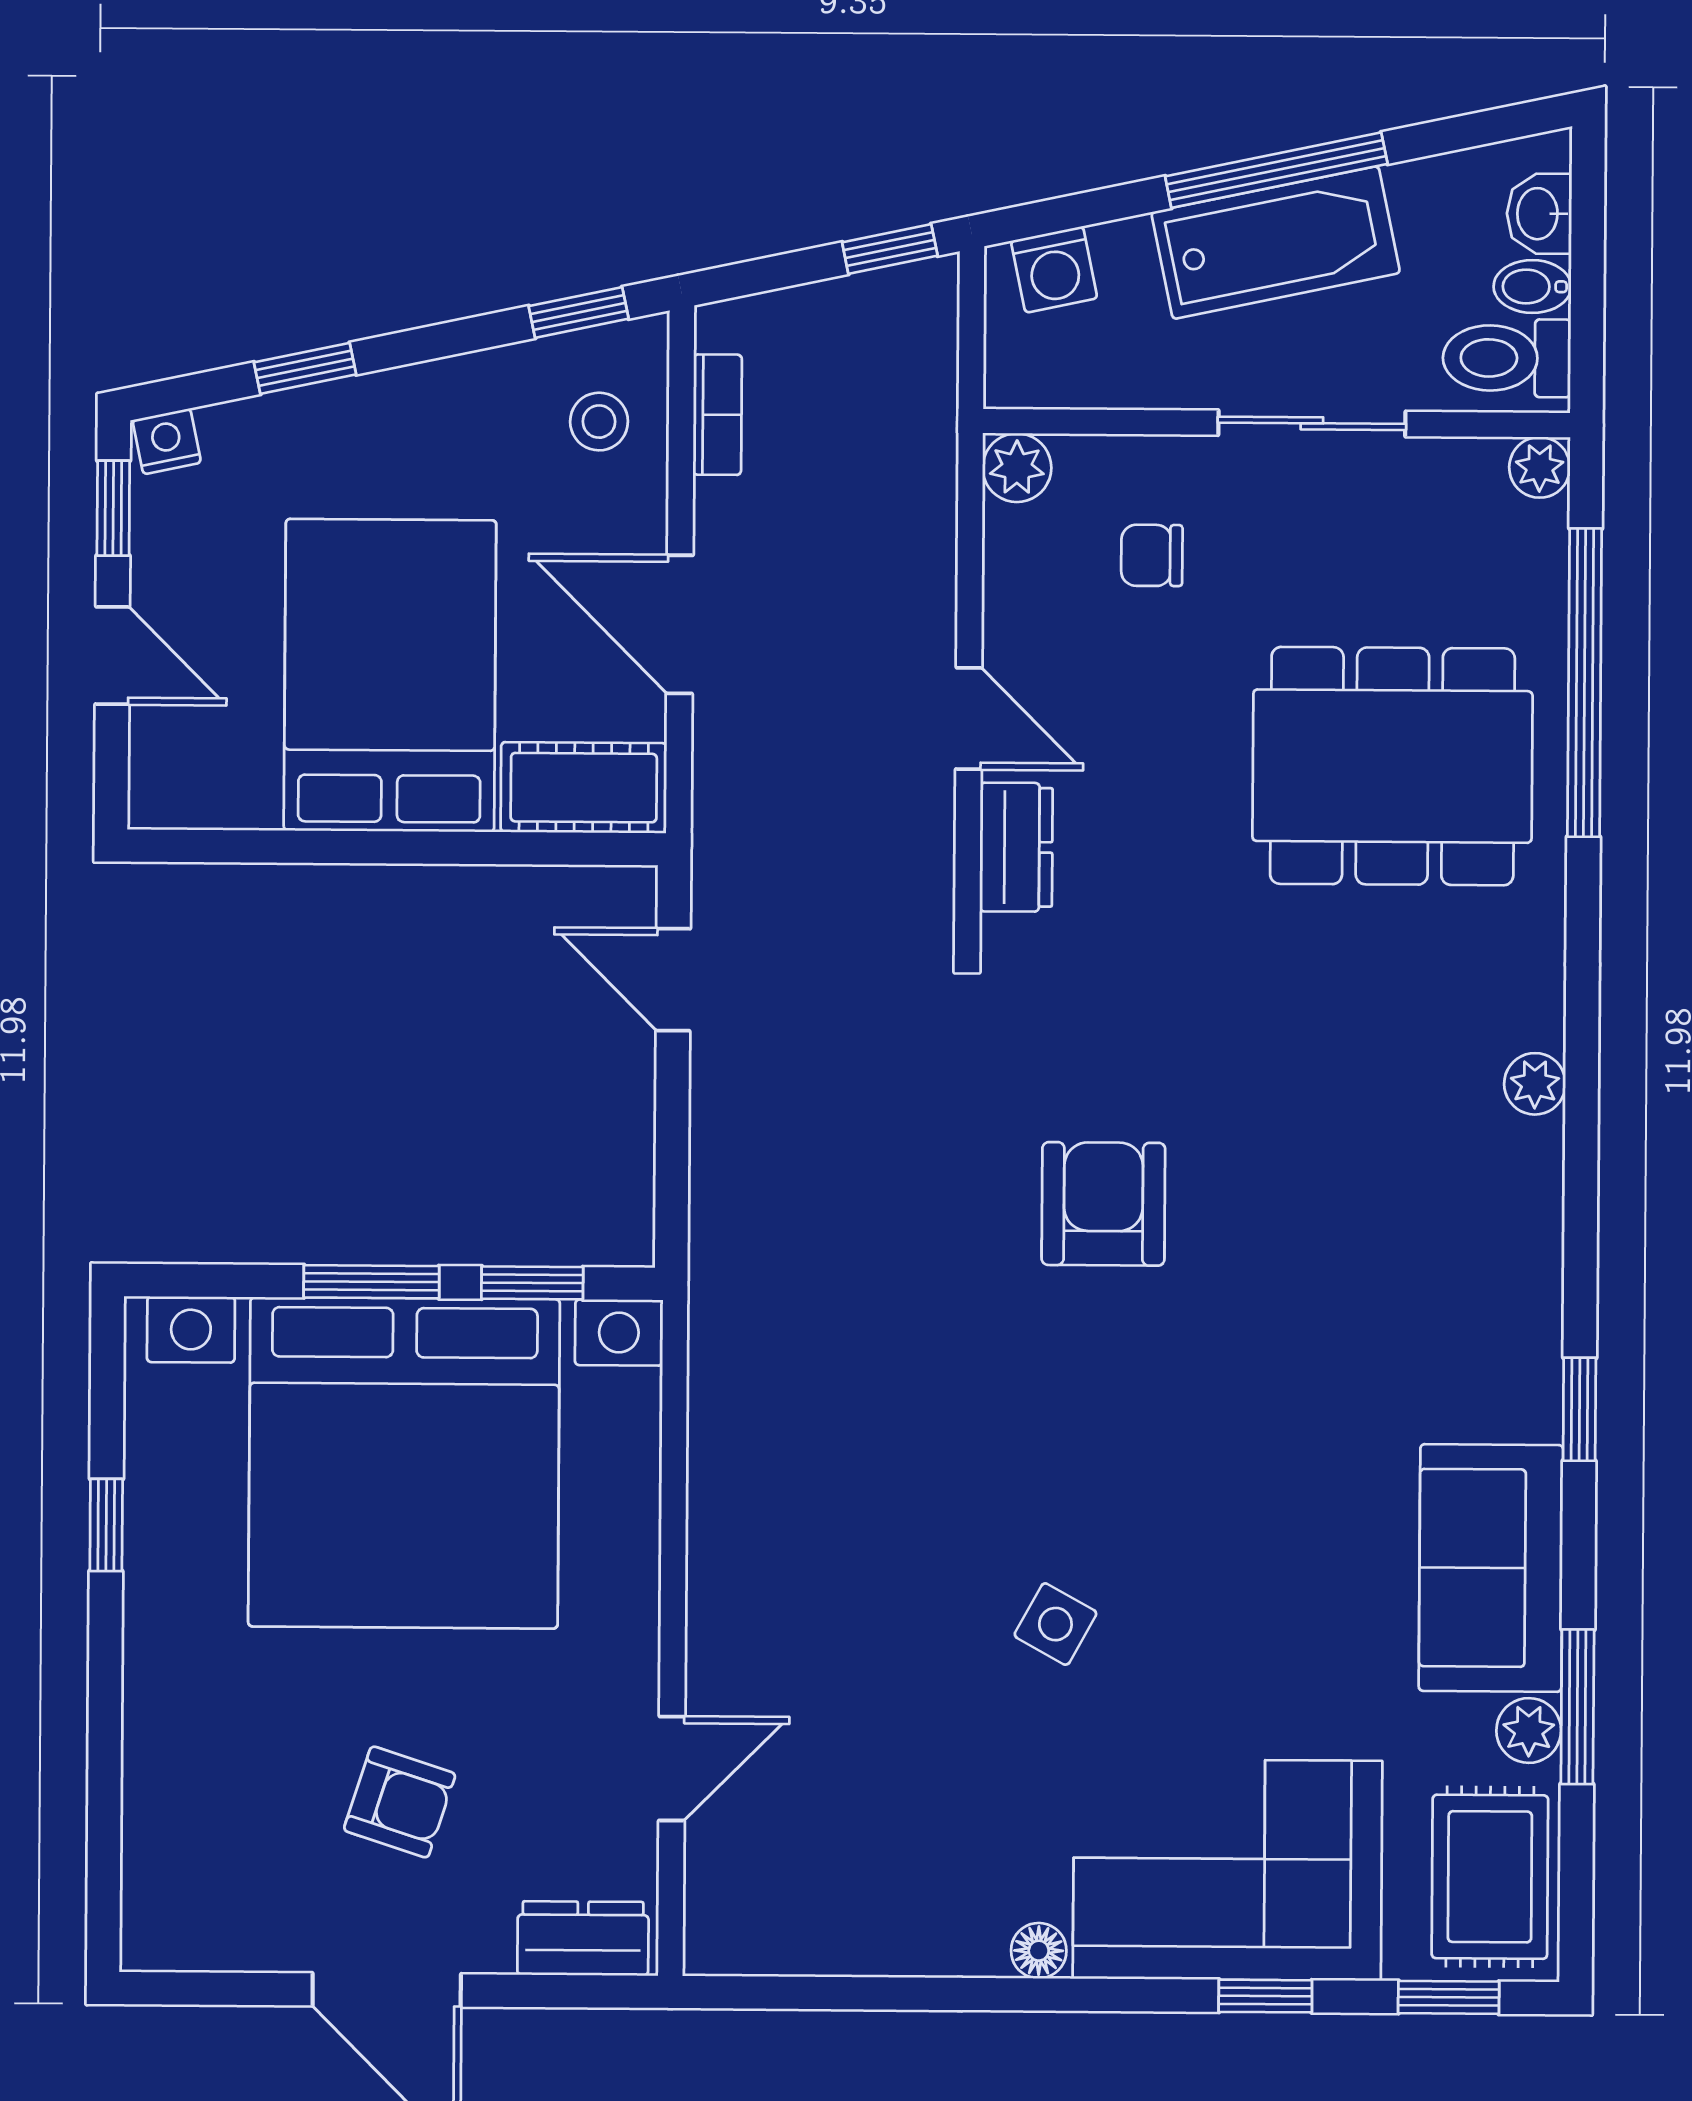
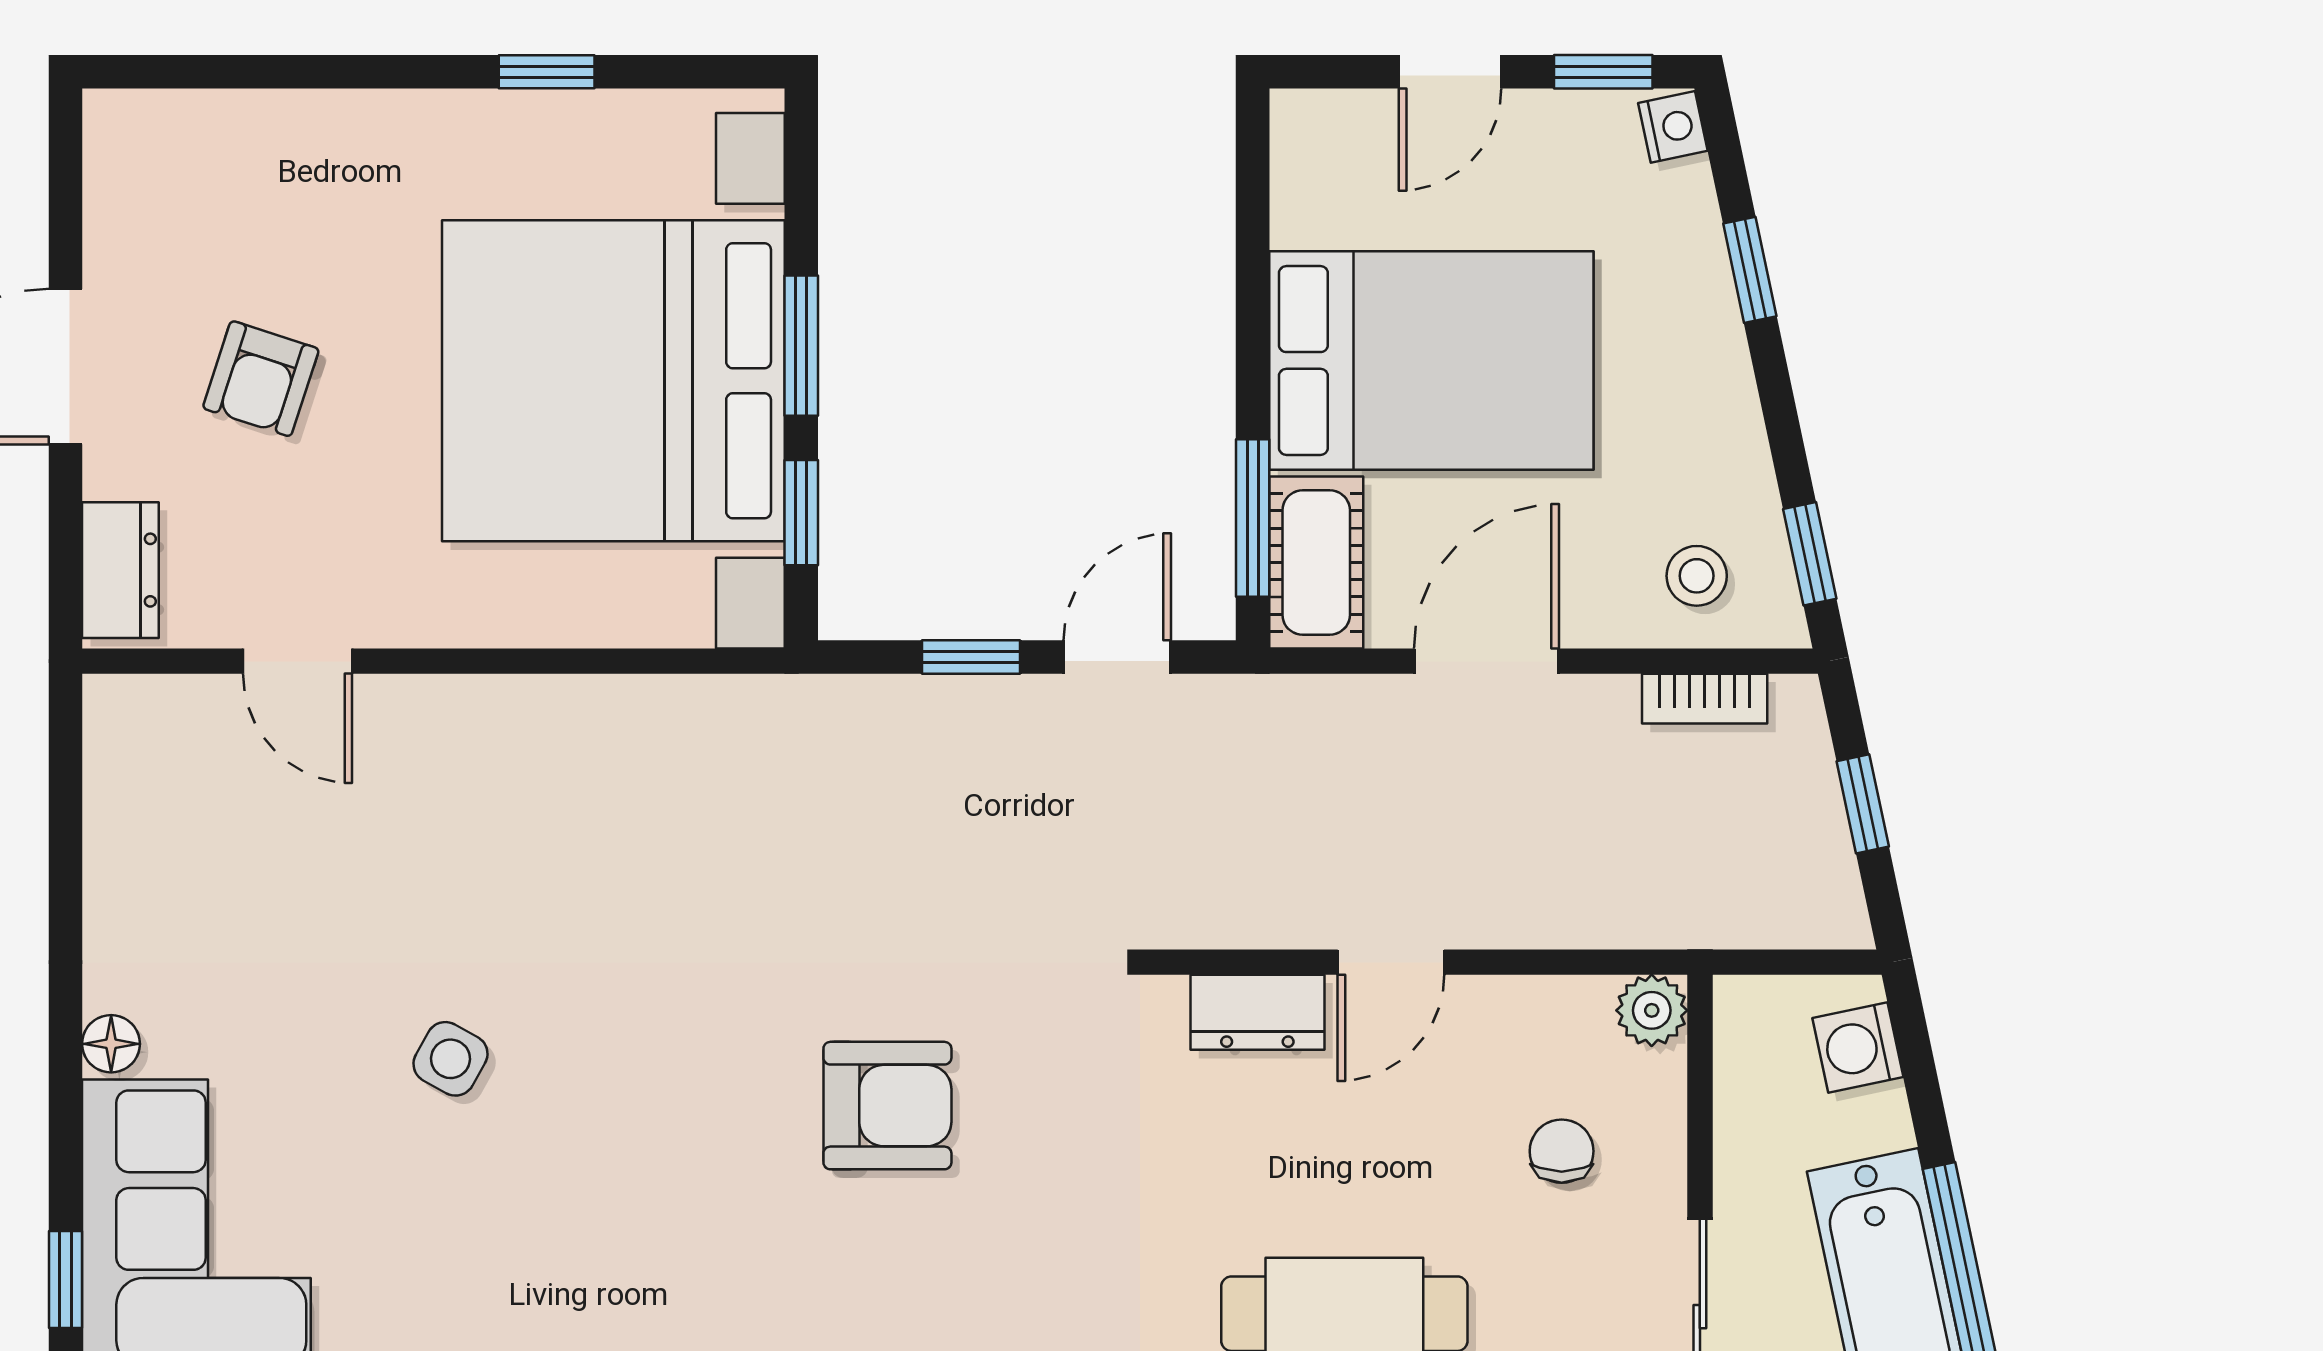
window: (890, 249) -> (1863, 804), moved
window: (540, 848) -> (1253, 518), added
window: (672, 1120) -> (971, 657), added

